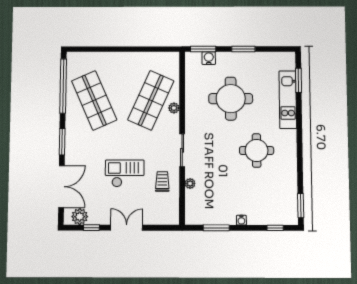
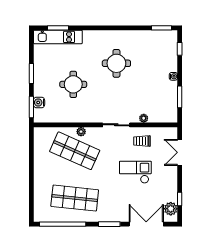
round table: (231, 99) -> (73, 84), width x0.73, depth x0.73
shop shelf: (94, 100) -> (75, 198), turned 30
kitchen unit: (288, 100) -> (58, 37), moved
checkout: (125, 173) -> (135, 172), turned 90
double door: (127, 228) -> (180, 152), moved

